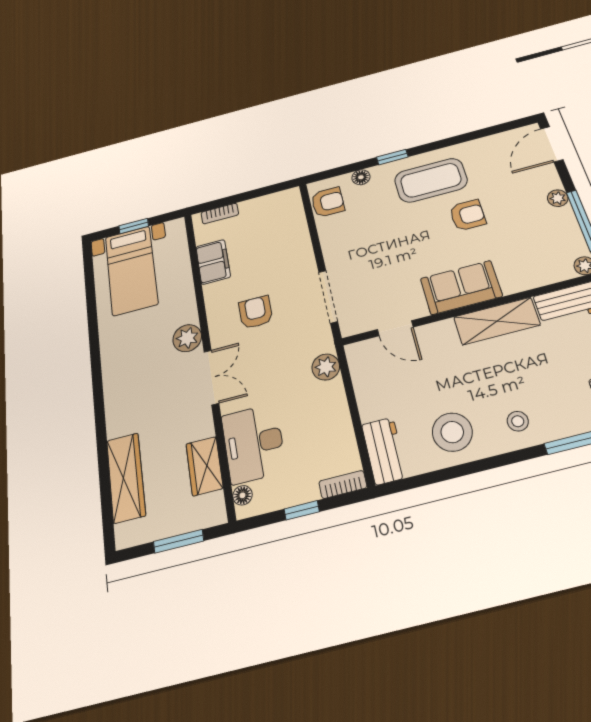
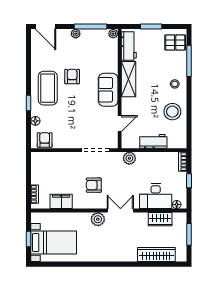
workbench: (384, 451) -> (153, 141), moved

